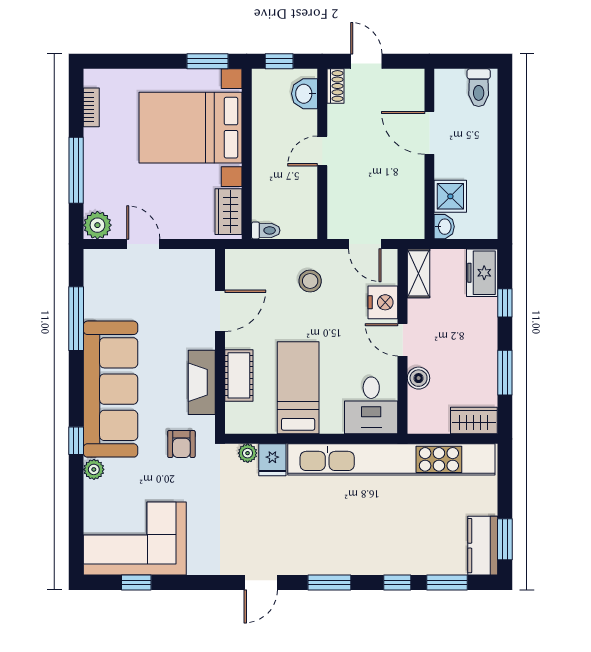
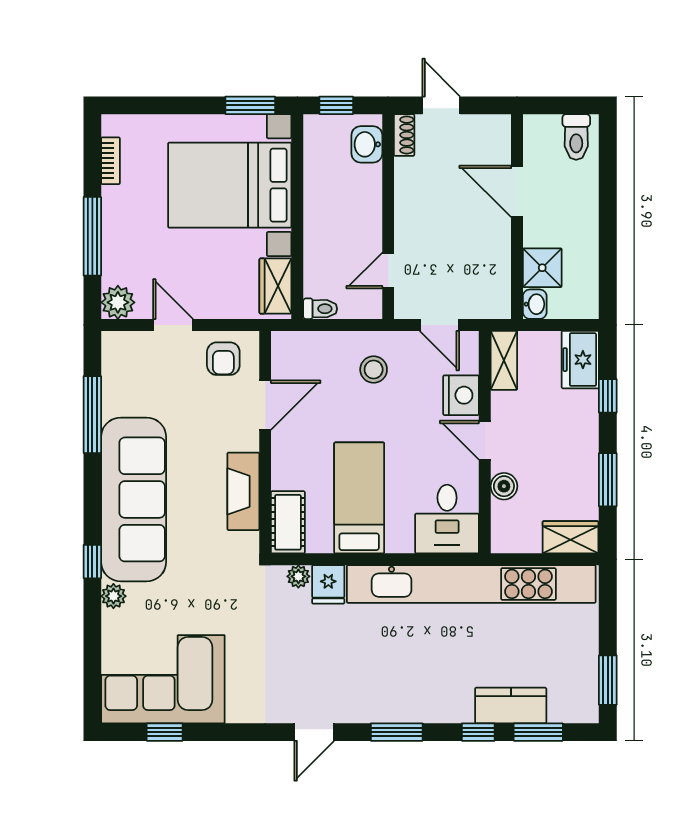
door: (322, 151) -> (388, 271), moved
cot: (239, 375) -> (288, 522), moved
armchair: (181, 444) -> (223, 359), moved
kitchen counter: (483, 546) -> (511, 705), moved, turned 90

